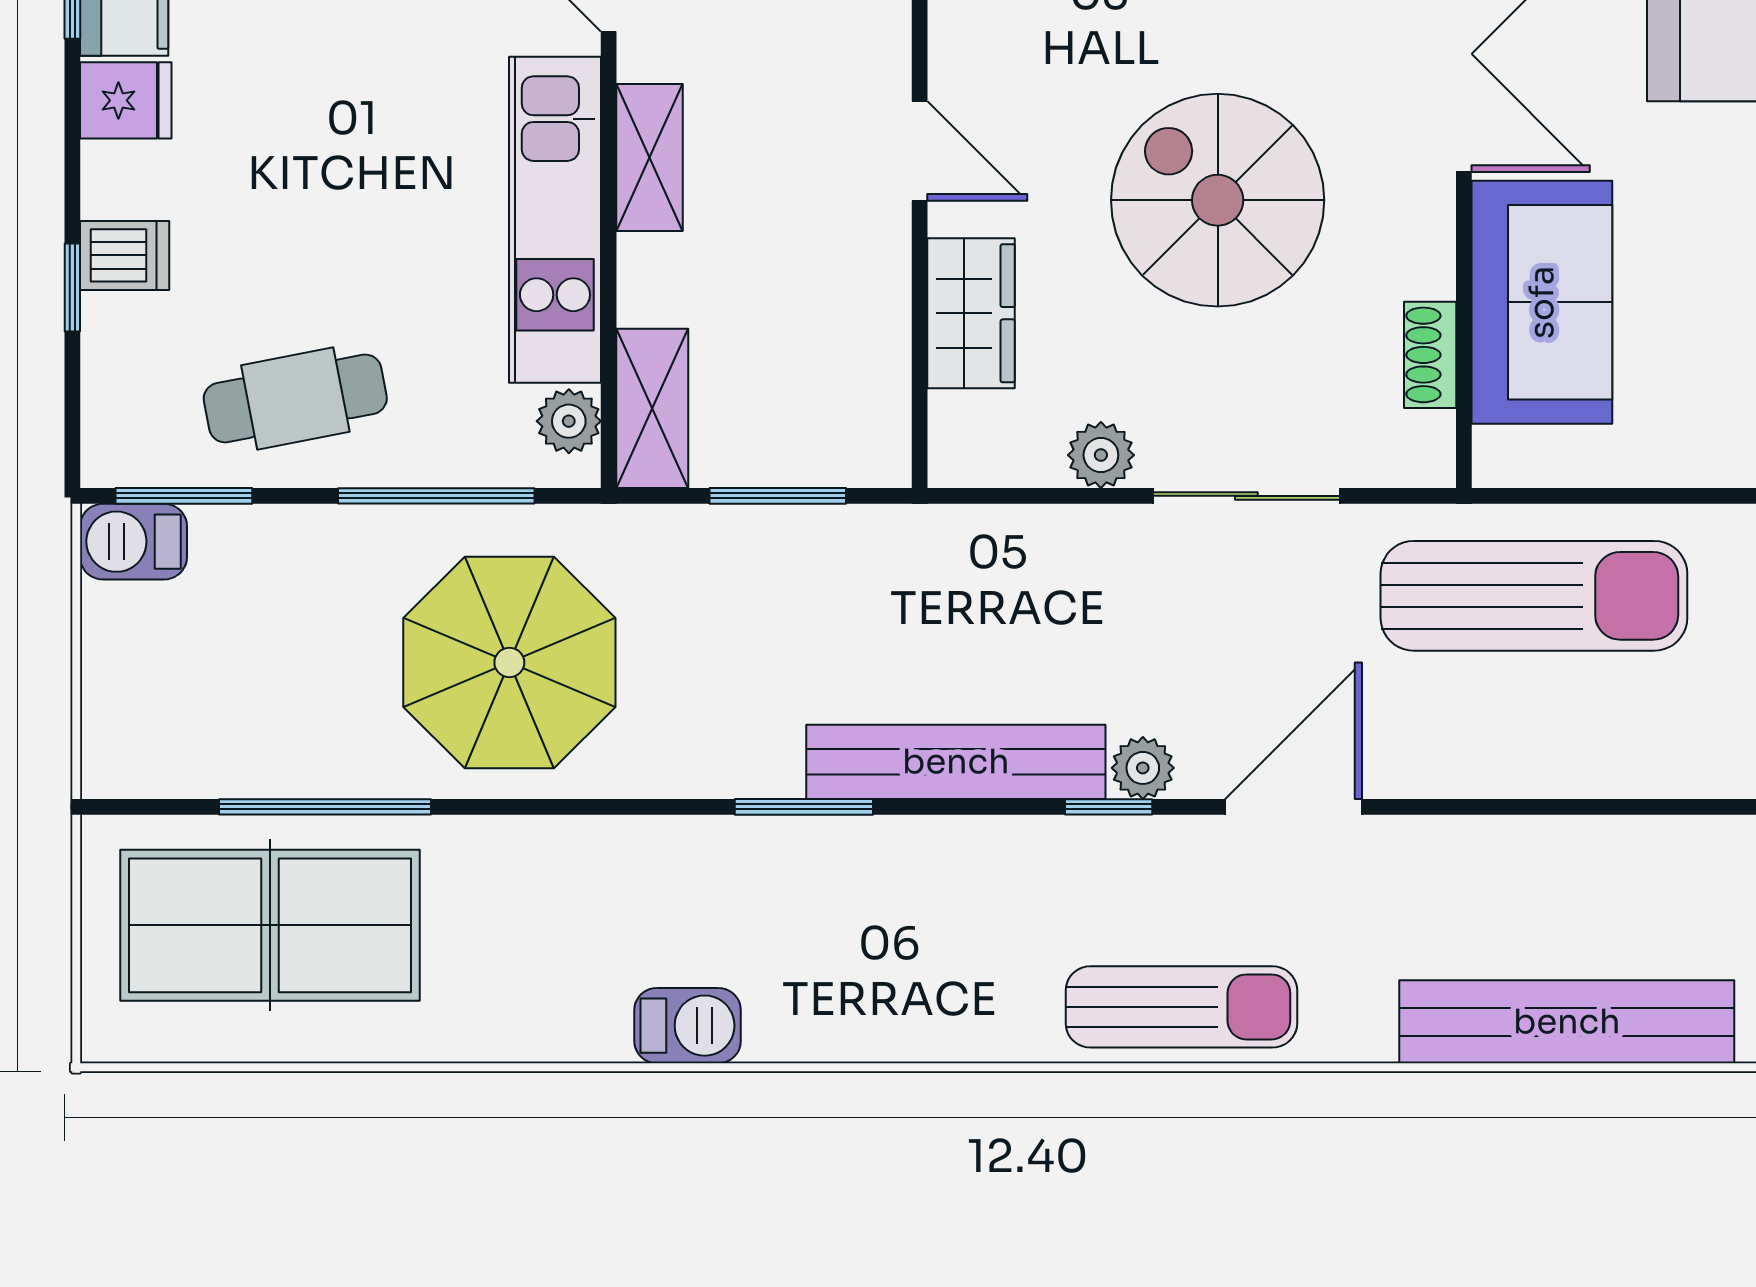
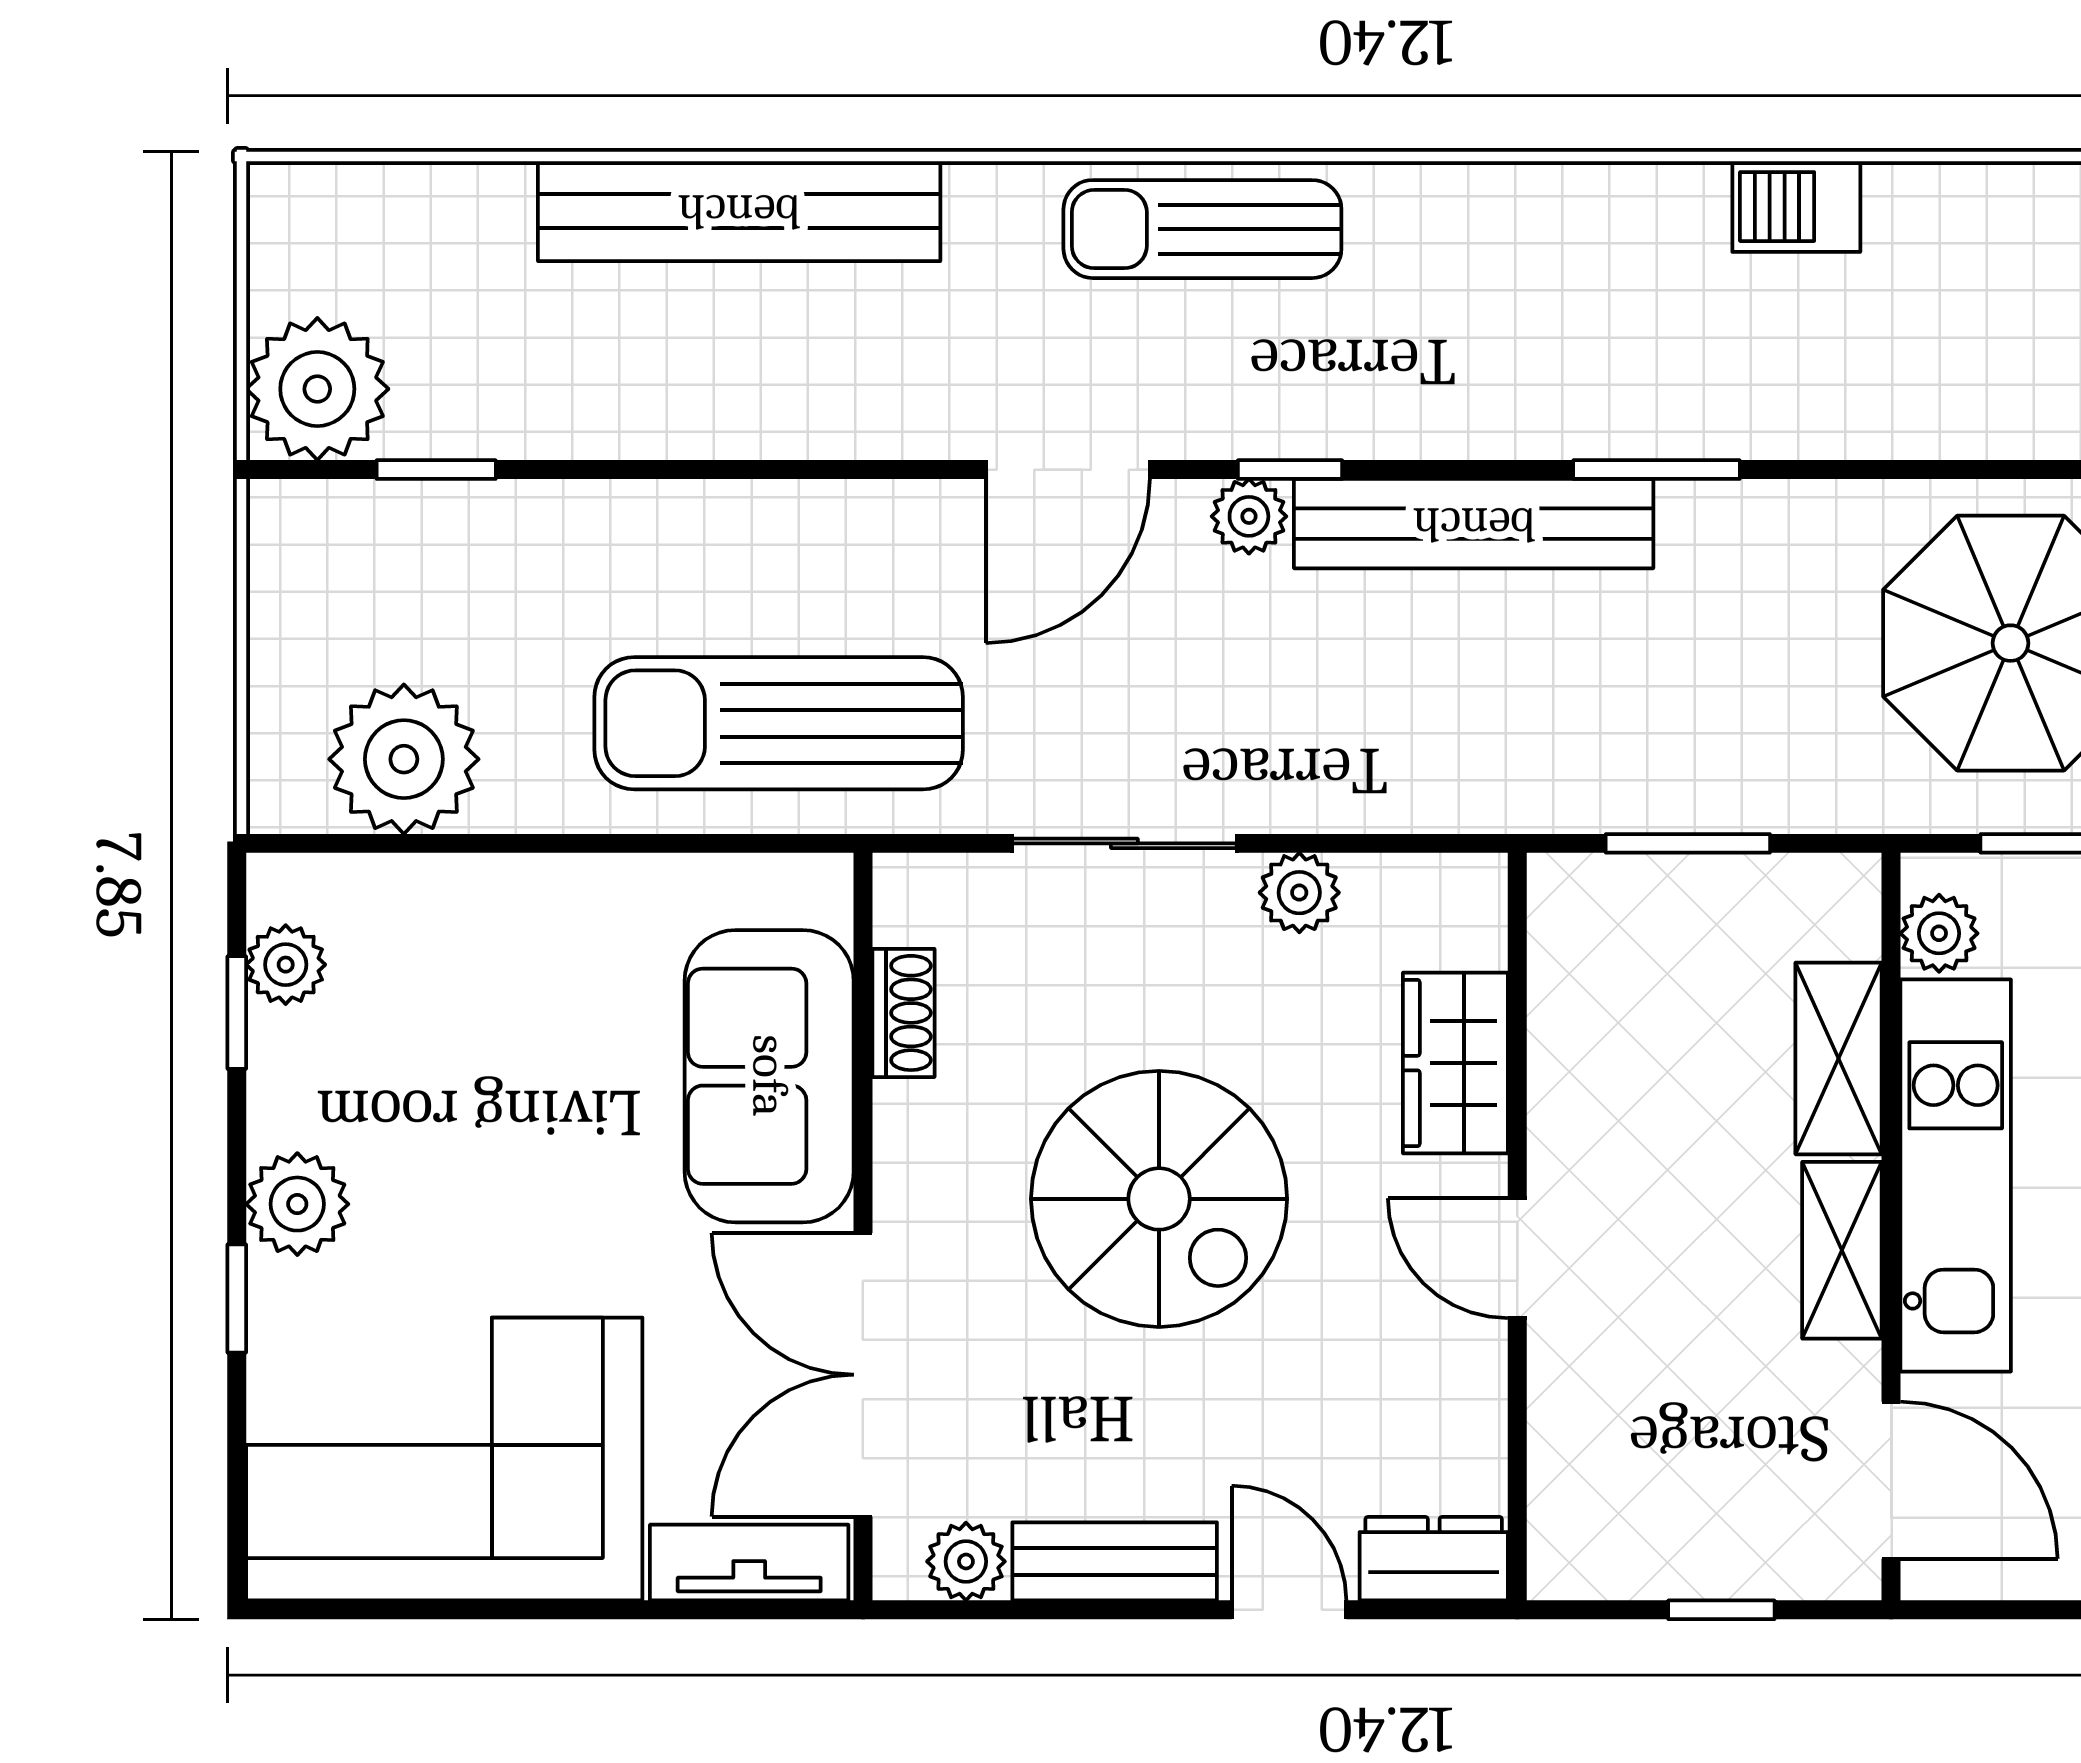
shelving: (652, 408) -> (1839, 1058), moved

